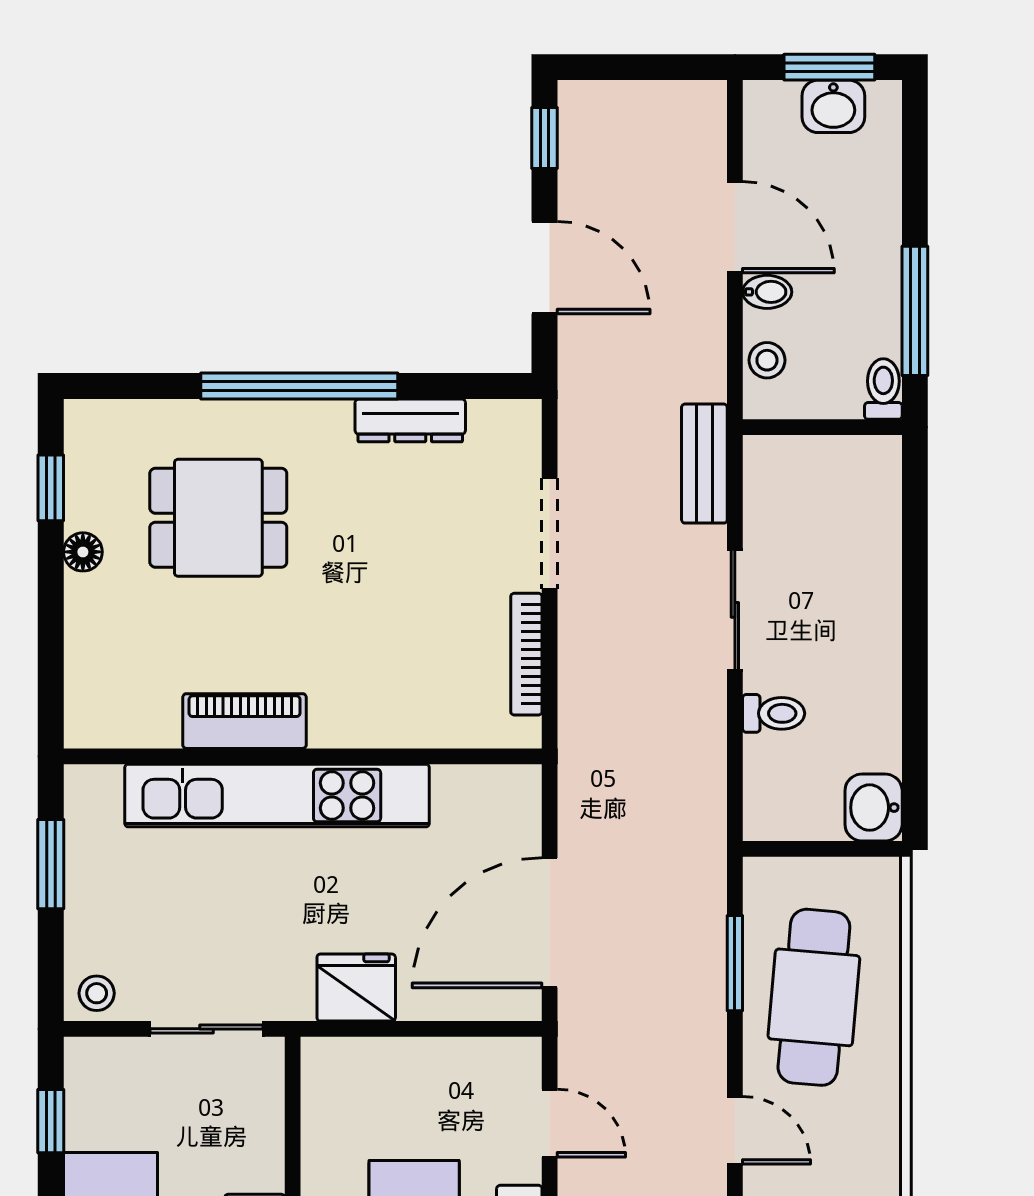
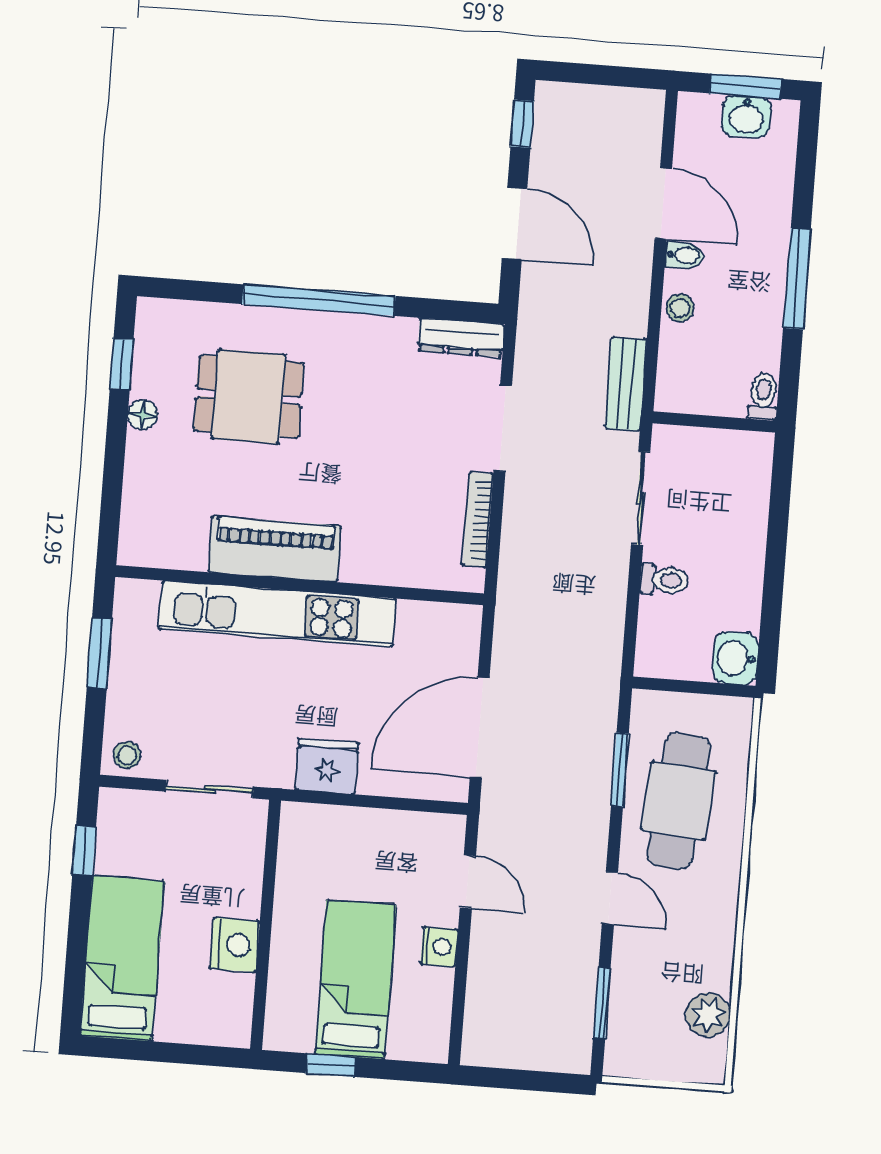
toilet: (883, 389) -> (763, 396), moved
dresser: (410, 420) -> (461, 338), moved
wall: (822, 427) -> (714, 422), moved
piano: (245, 721) -> (275, 549), width x1.37, depth x1.33

